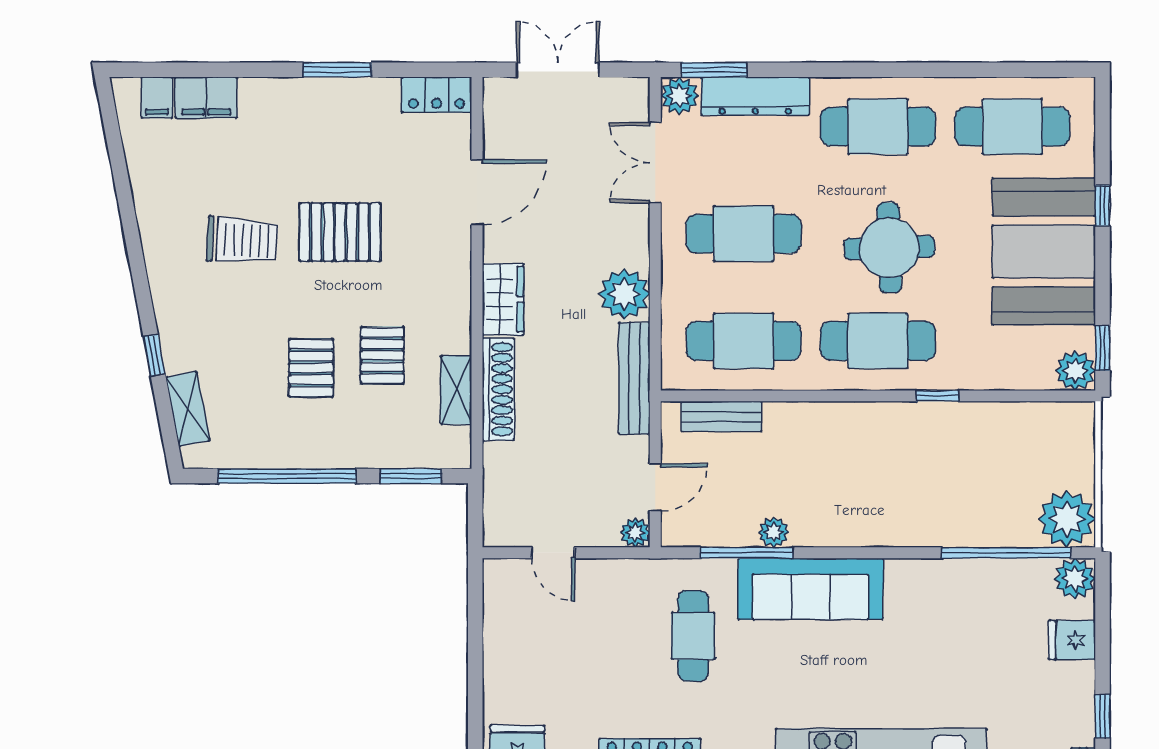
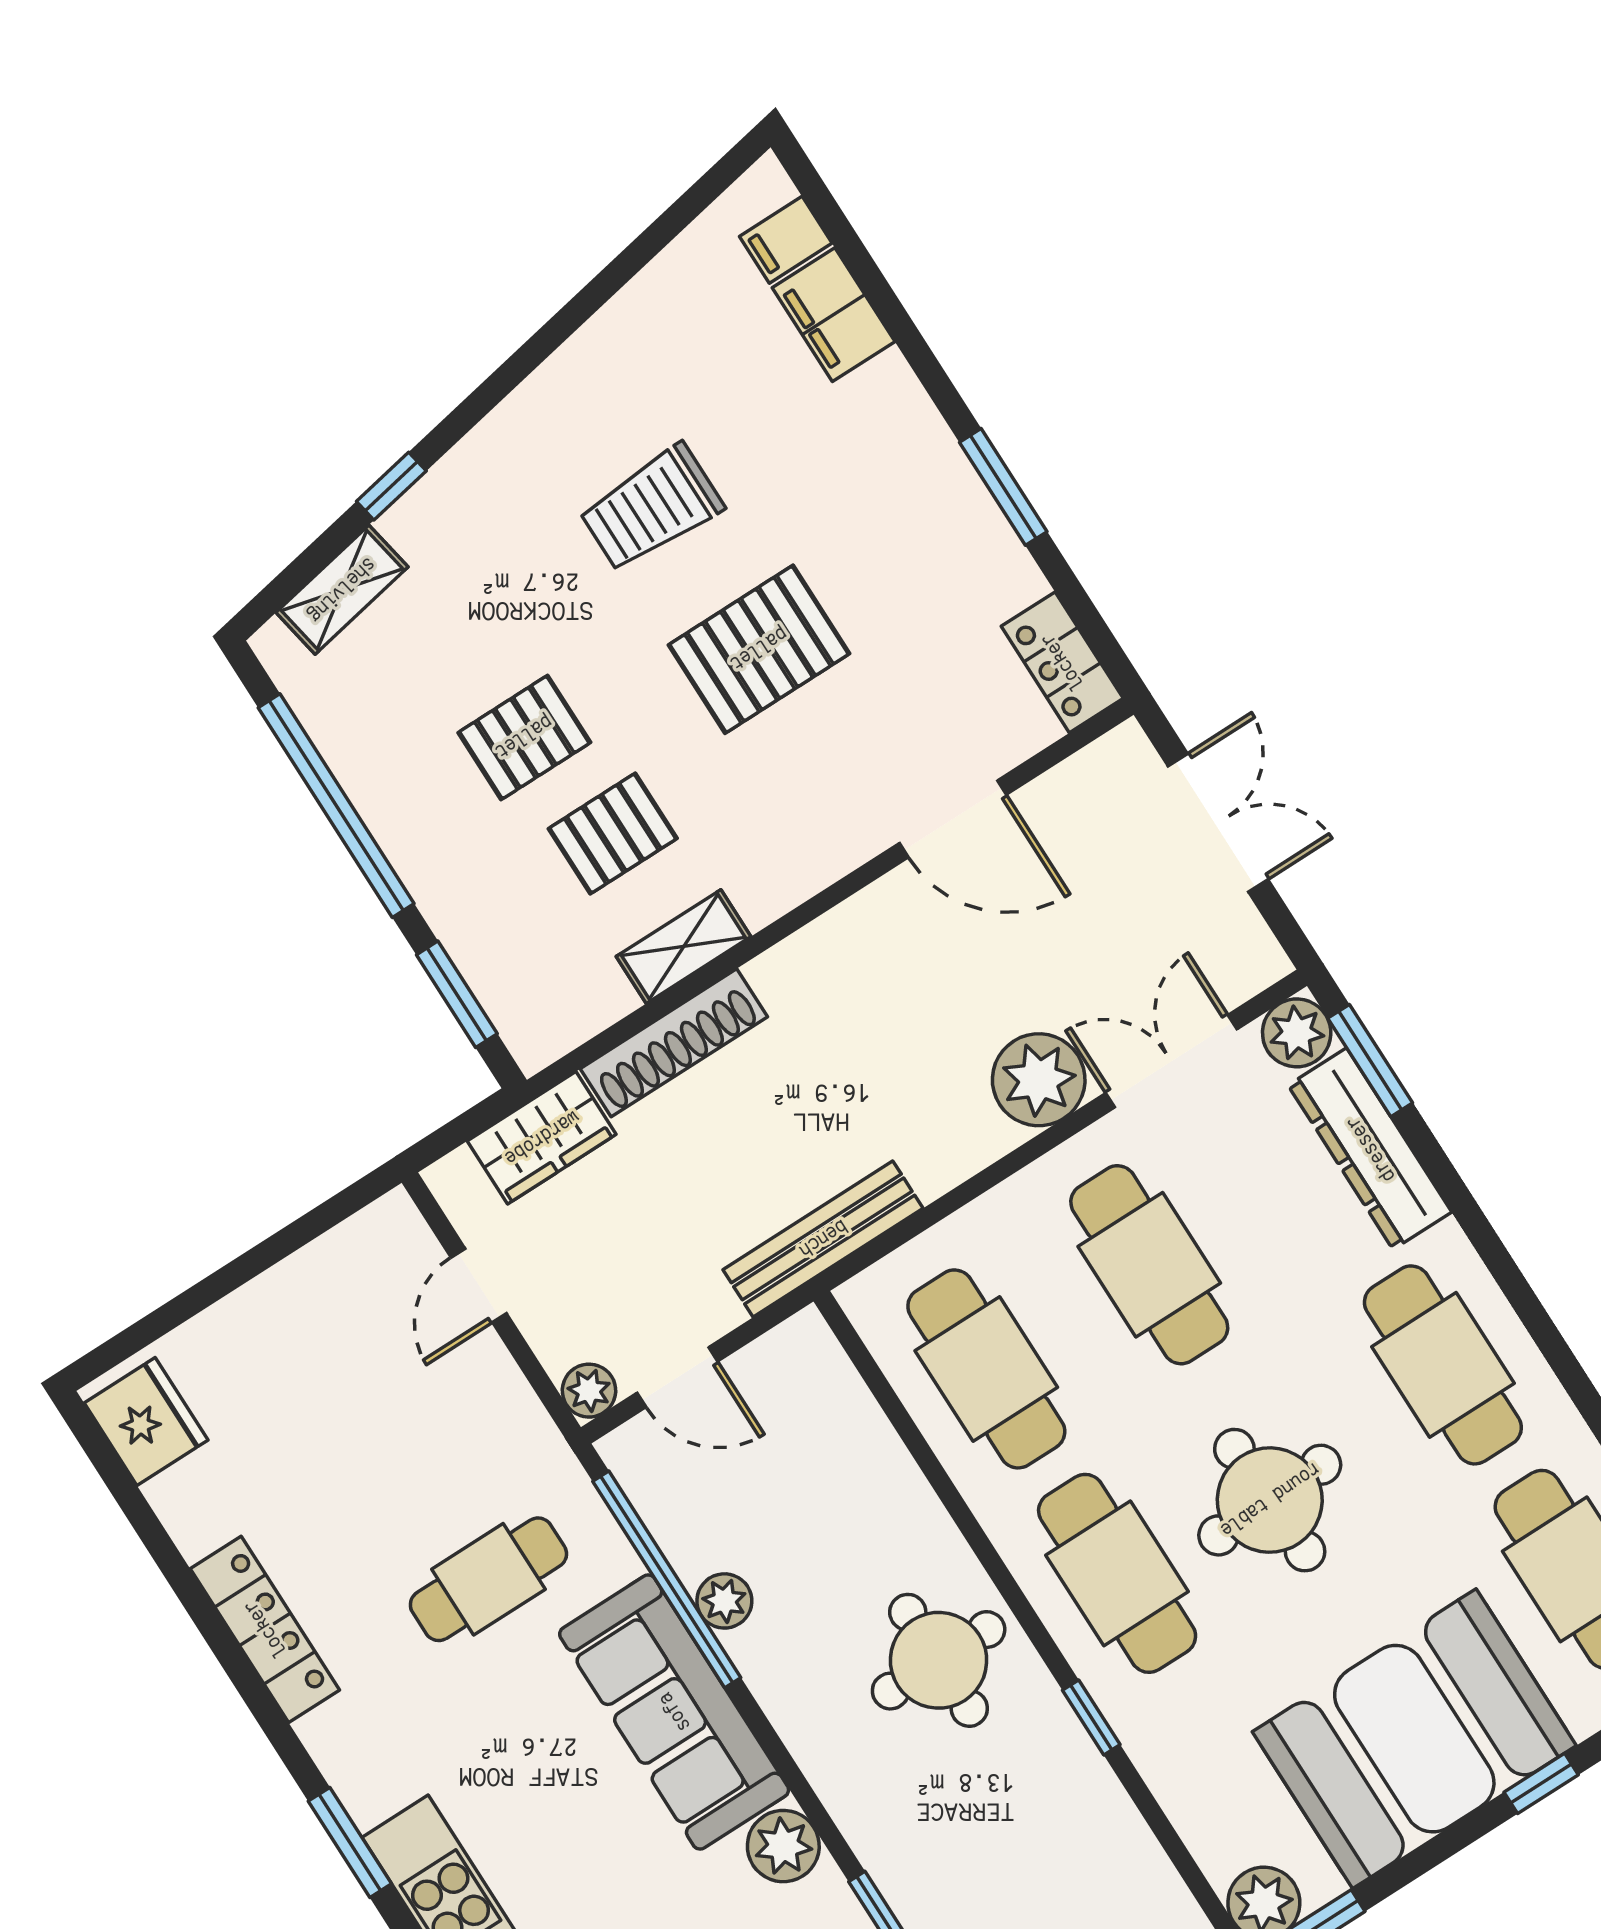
pallet: (340, 232) -> (759, 649), turned 90
trolley: (242, 240) -> (651, 508), turned 87
plant: (624, 294) -> (1039, 1080), moved
wardrobe: (503, 299) -> (542, 1138), moved
shelving: (456, 390) -> (684, 947), moved
bench: (722, 417) -> (850, 1409), removed
round table: (865, 450) -> (939, 1660), added
window: (746, 553) -> (667, 1579), width x1.46
plant: (906, 578) -> (783, 1846), added

